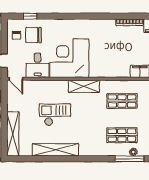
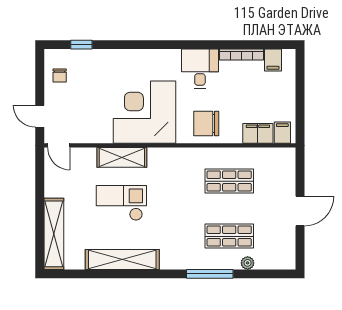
chair: (34, 35) -> (206, 124), moved
desk: (38, 65) -> (200, 69), moved, turned 180
shelving: (84, 86) -> (122, 157), moved
window: (129, 159) -> (210, 274), moved

